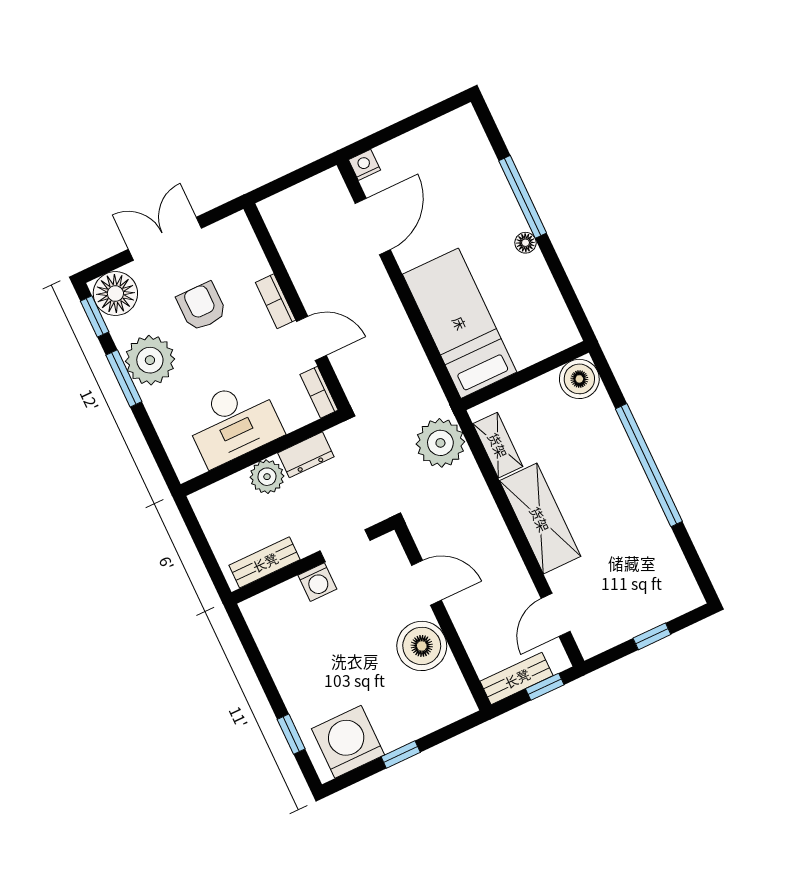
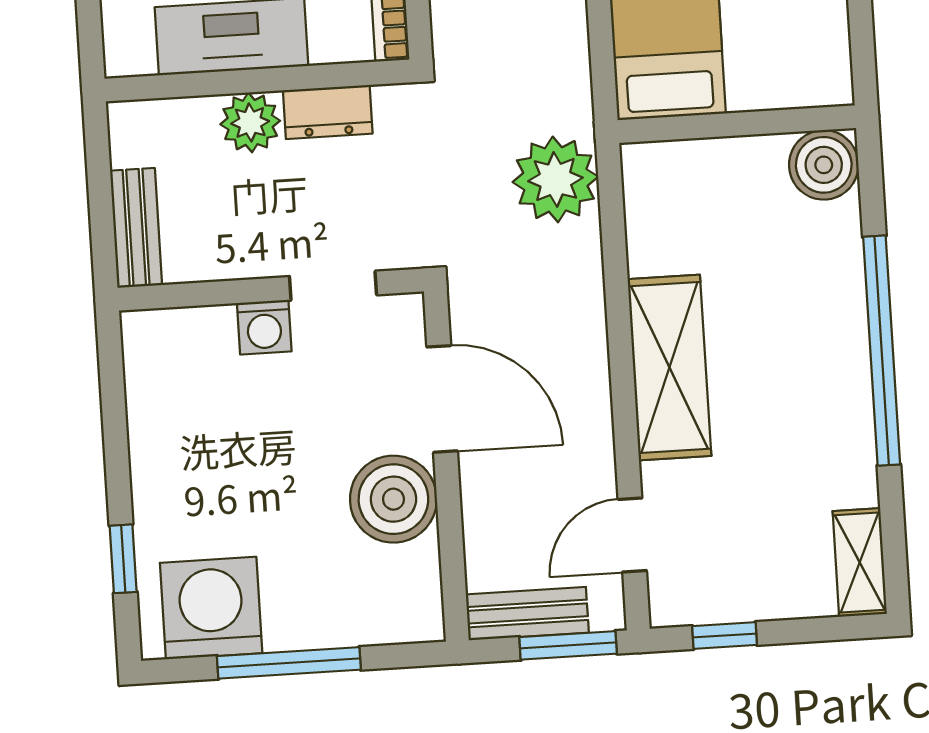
shelving: (498, 445) -> (860, 563), moved
bench: (265, 562) -> (136, 228), moved, turned 90
door: (427, 583) -> (442, 399), width x1.38
window: (652, 636) -> (725, 635), moved
window: (545, 687) -> (568, 645), width x1.50
window: (401, 754) -> (289, 663), width x2.17

